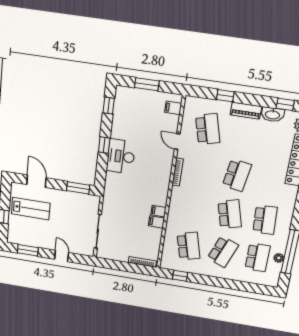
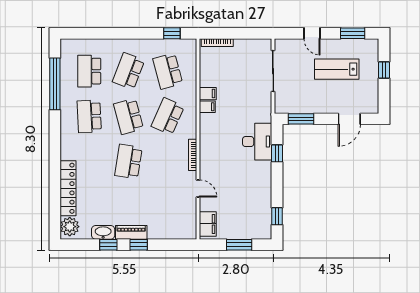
window: (225, 96) -> (139, 245), moved
window: (285, 104) -> (108, 245), moved
filing cabinet: (173, 108) -> (208, 224), width x2.00
school desk: (208, 129) -> (168, 116), moved, turned 39
window: (104, 145) -> (277, 153), moved
desk: (121, 156) -> (257, 142), moved
door: (36, 181) -> (349, 119), hinge flipped
lab bench: (31, 209) -> (337, 69), moved
plant: (279, 258) -> (66, 75), removed

